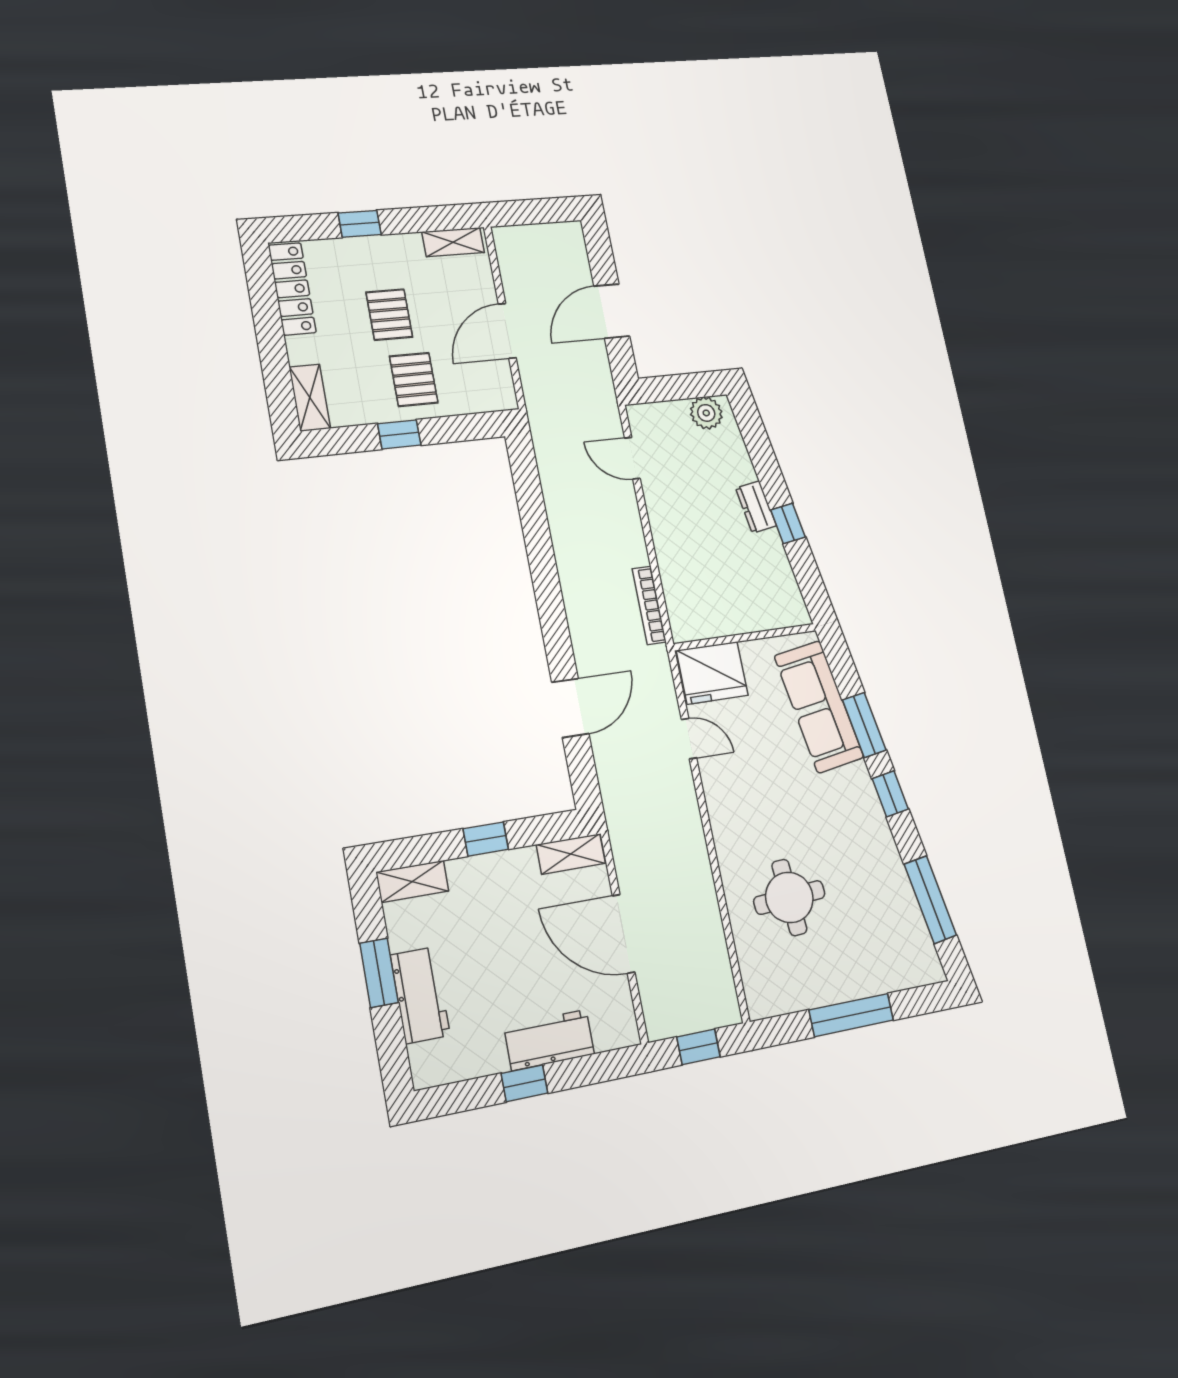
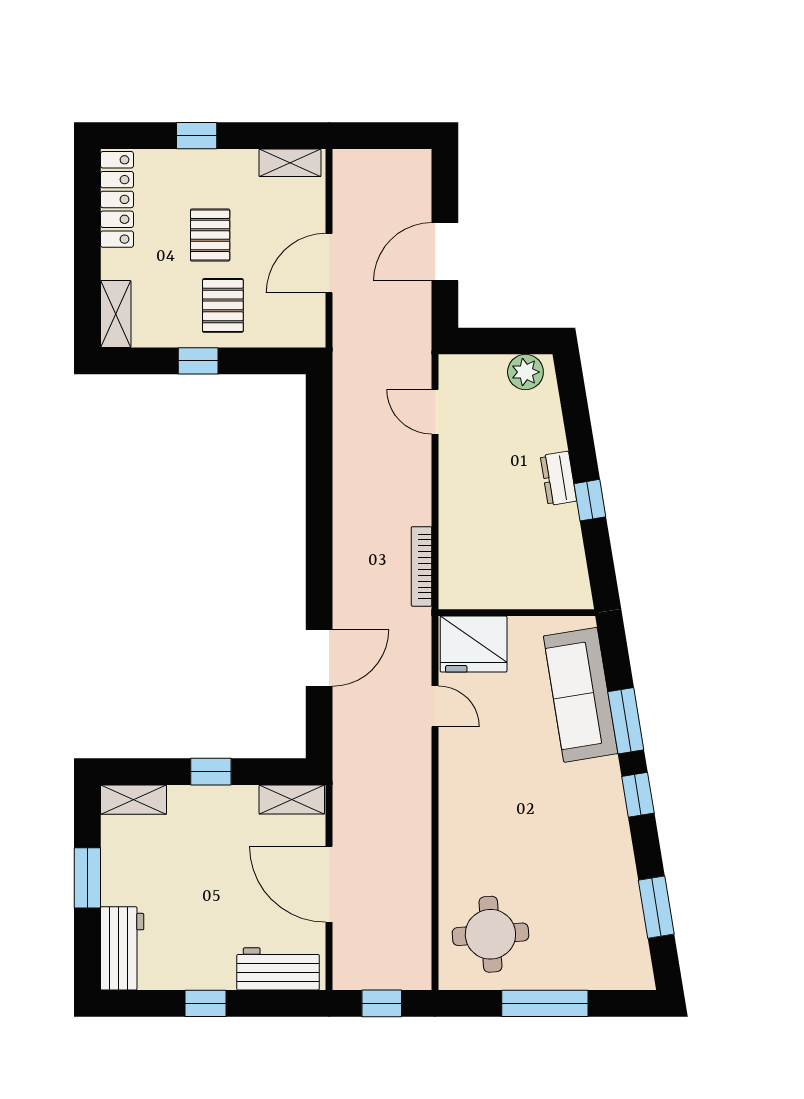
round table: (789, 897) -> (490, 934), moved
window: (930, 900) -> (656, 907), width x0.69
workbench: (420, 995) -> (122, 948), moved
workbench: (549, 1040) -> (278, 969), moved

